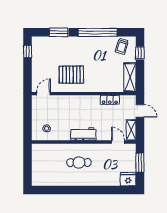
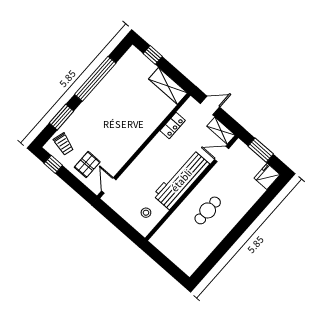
trolley: (122, 46) -> (64, 144), moved
pallet: (71, 75) -> (87, 165), moved, width x0.67, depth x0.71
workbench: (83, 134) -> (181, 180), width x1.88, depth x1.32

